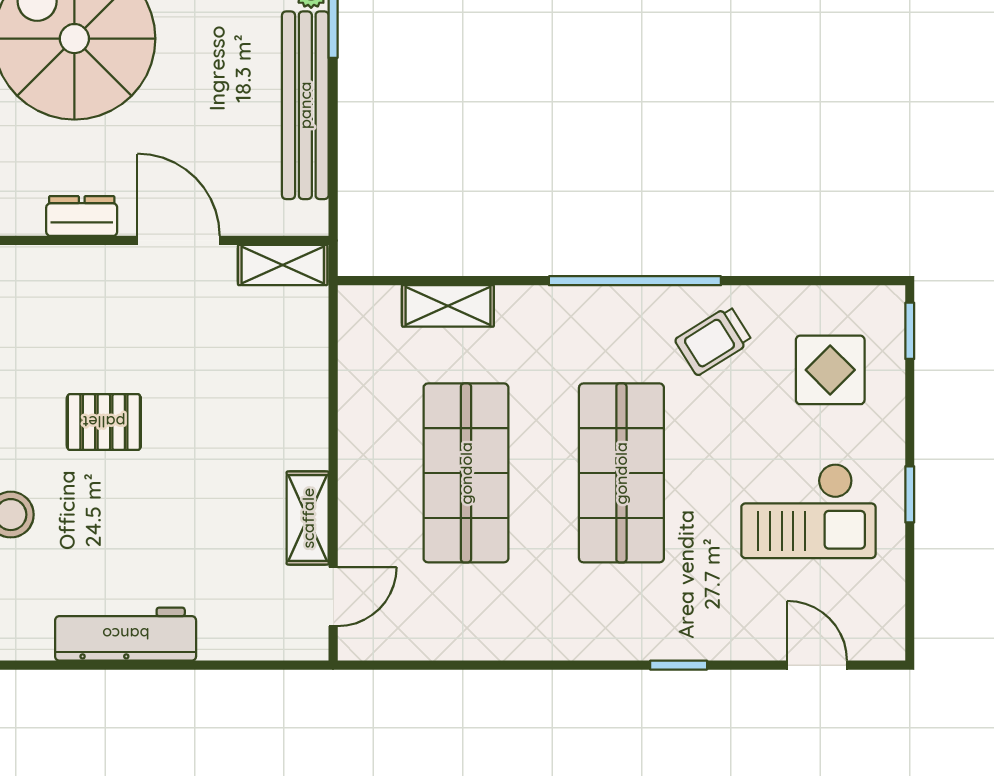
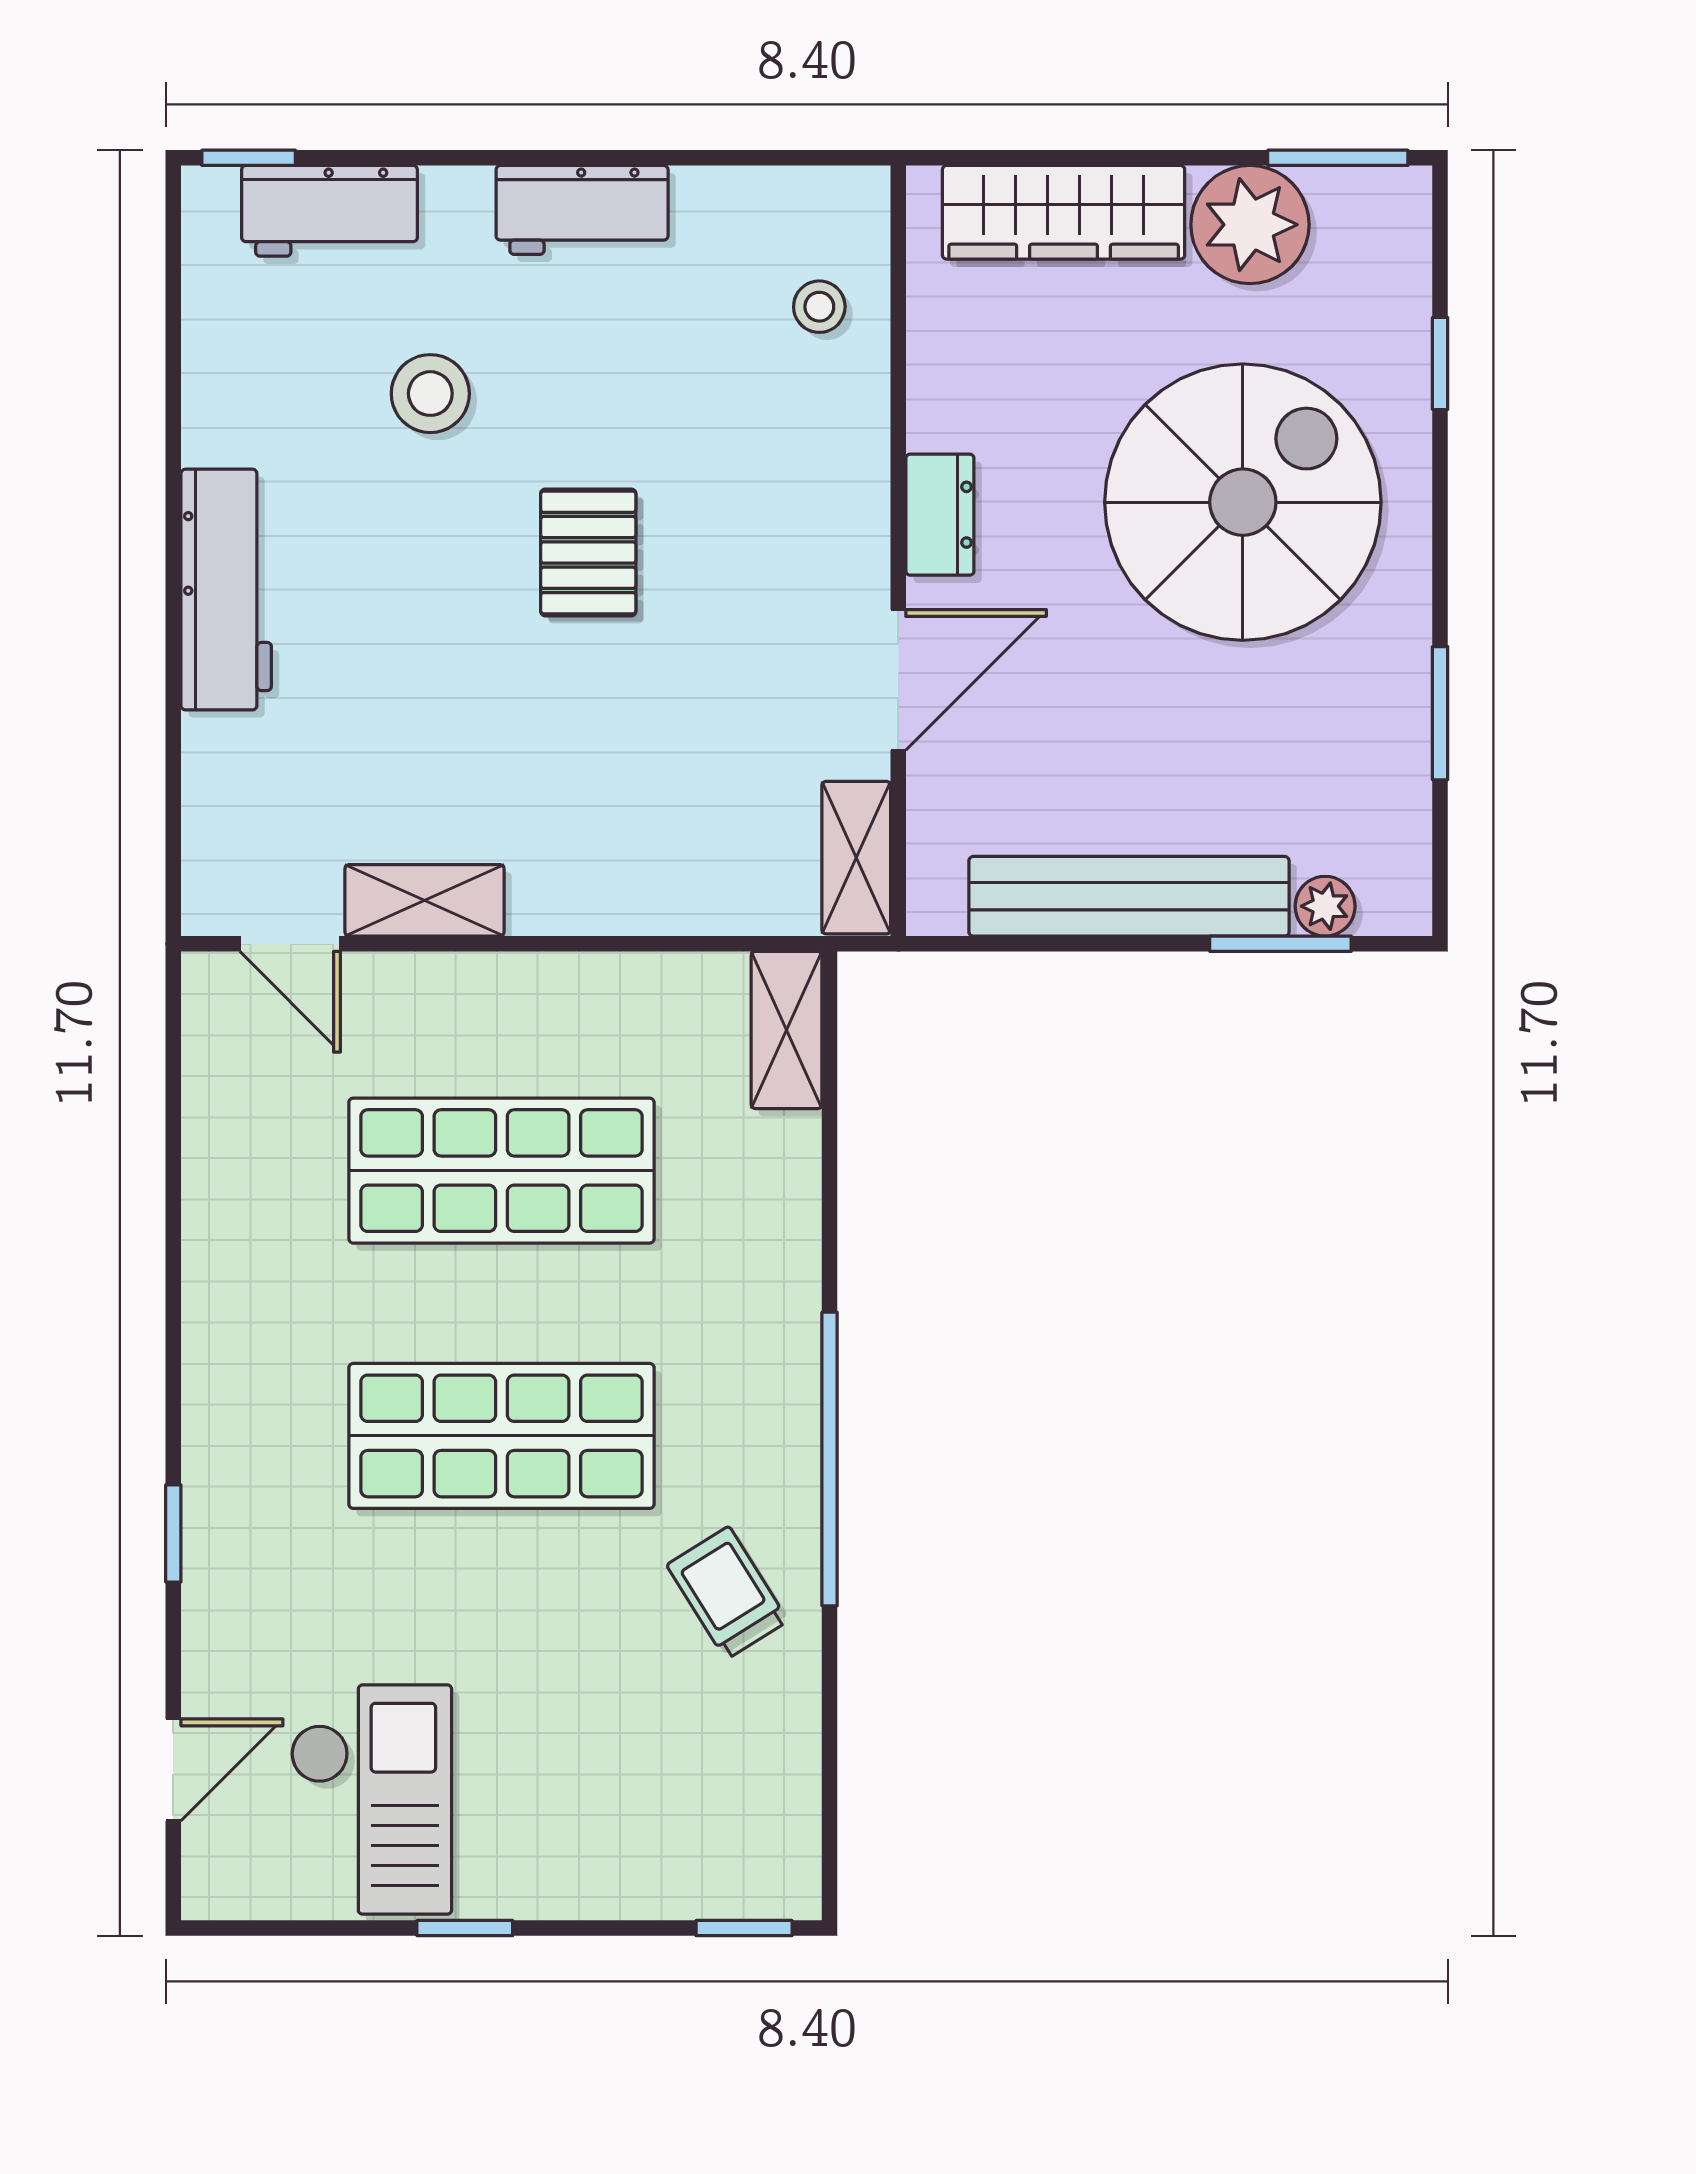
shelving: (448, 306) -> (787, 1030), moved
display table: (830, 370) -> (677, 1792), removed
checkout: (808, 511) -> (371, 1800), moved, turned 180

